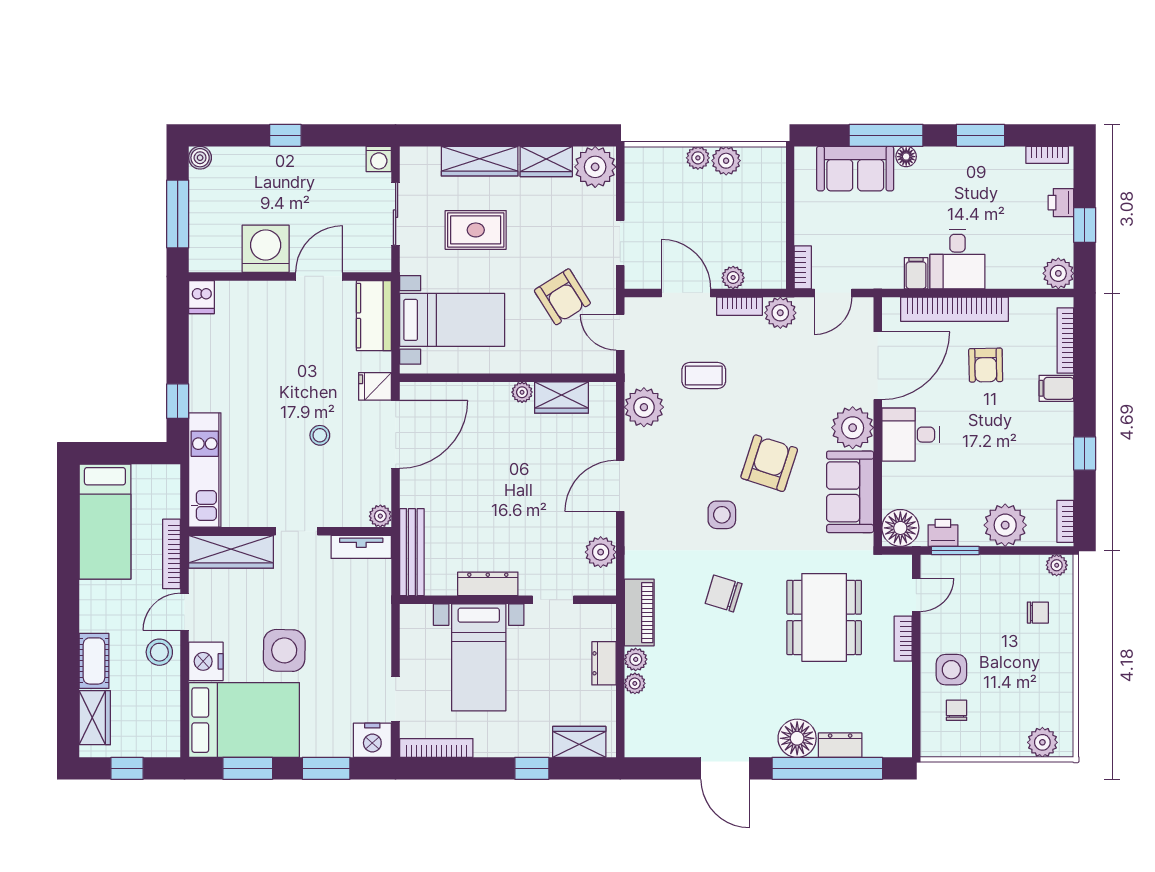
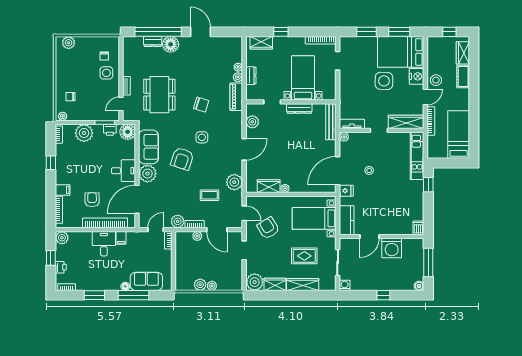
nightstand: (372, 740) -> (347, 44), removed

